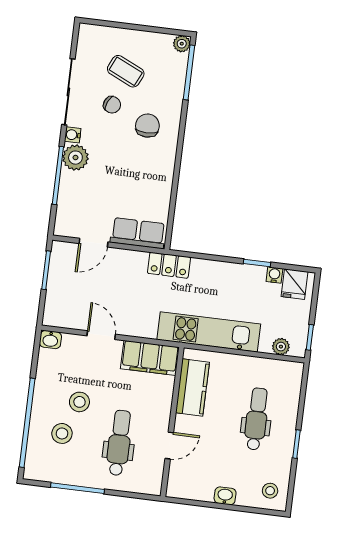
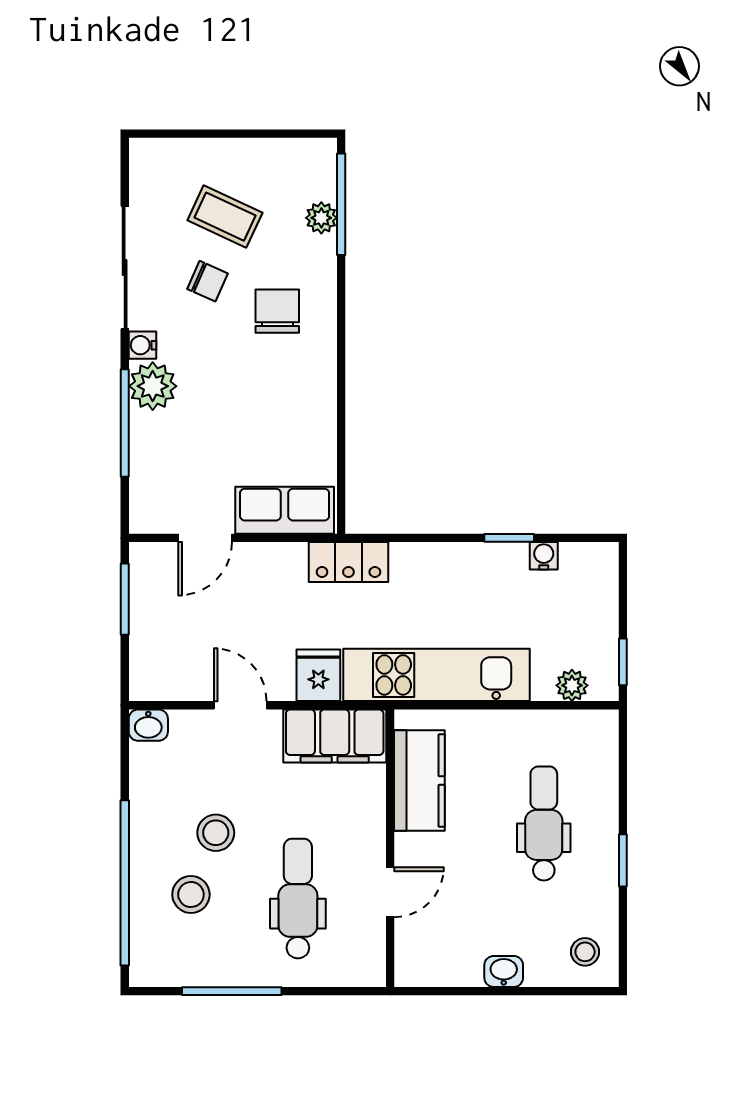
plant: (182, 44) -> (321, 218), moved
fridge: (294, 284) -> (318, 675), moved, turned 180

